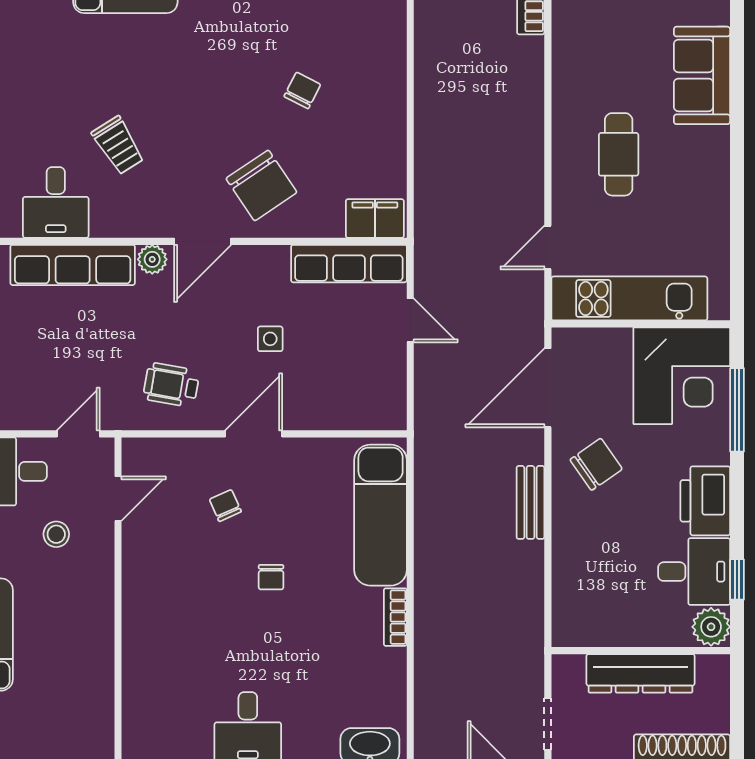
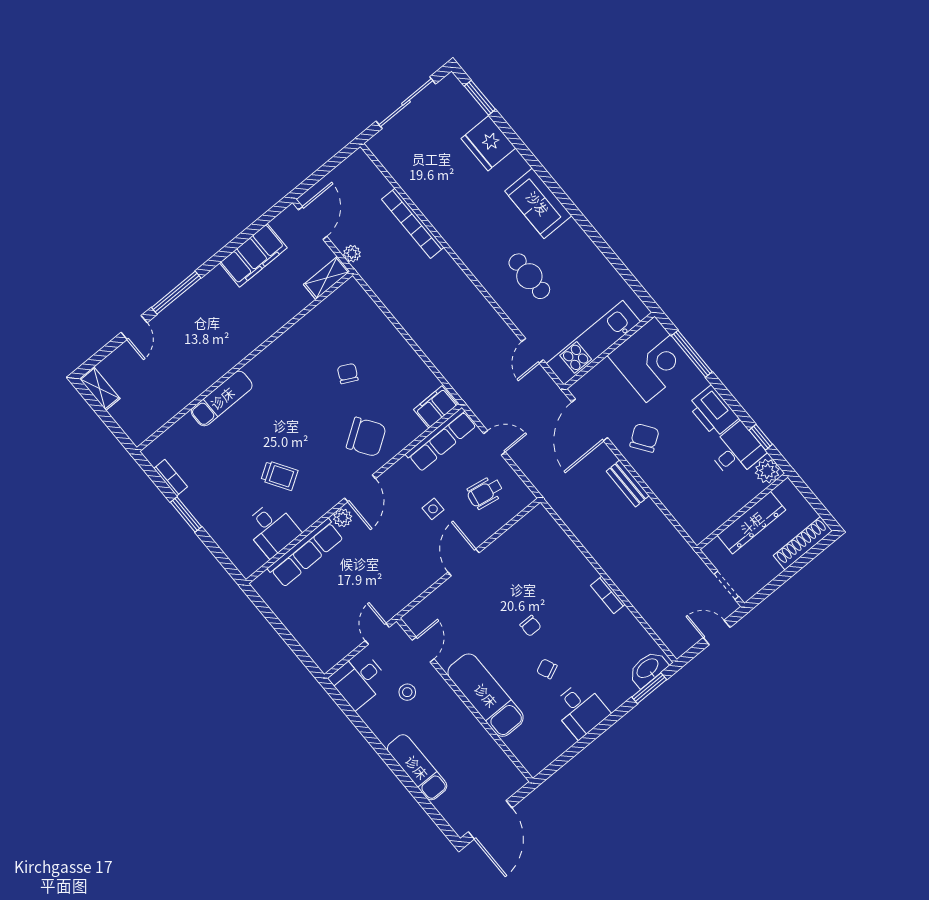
wheelchair: (171, 385) -> (485, 492), moved
chair: (225, 506) -> (547, 669), moved
exam couch: (381, 515) -> (486, 695), moved, turned 180

